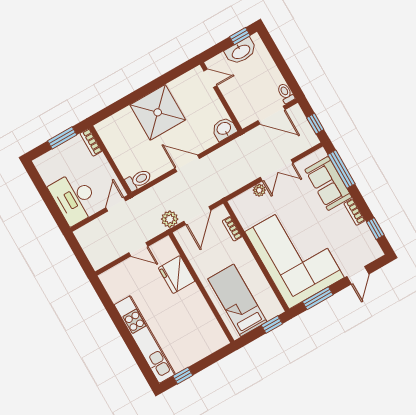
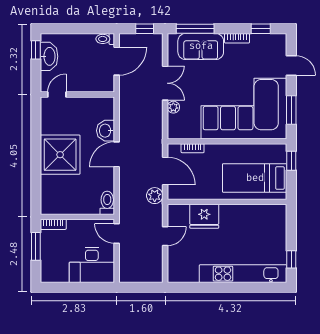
washbasin: (224, 129) -> (106, 131), moved

